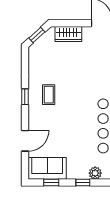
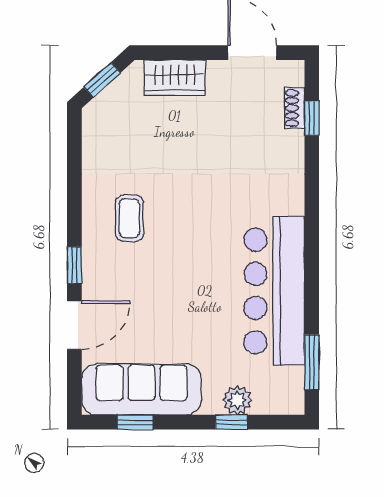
window: (25, 97) -> (74, 265), moved
sofa: (47, 168) -> (141, 389), width x1.36
window: (83, 183) -> (232, 422), moved

